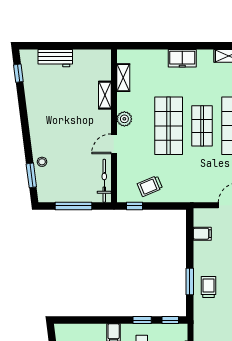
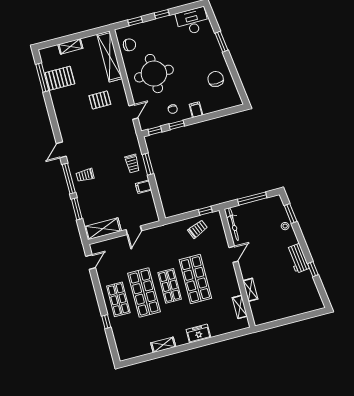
workbench: (55, 58) -> (298, 258), moved, turned -97
window: (18, 73) -> (313, 269), moved
plant: (124, 119) -> (231, 276), removed
filing cabinet: (202, 234) -> (144, 187), moved

